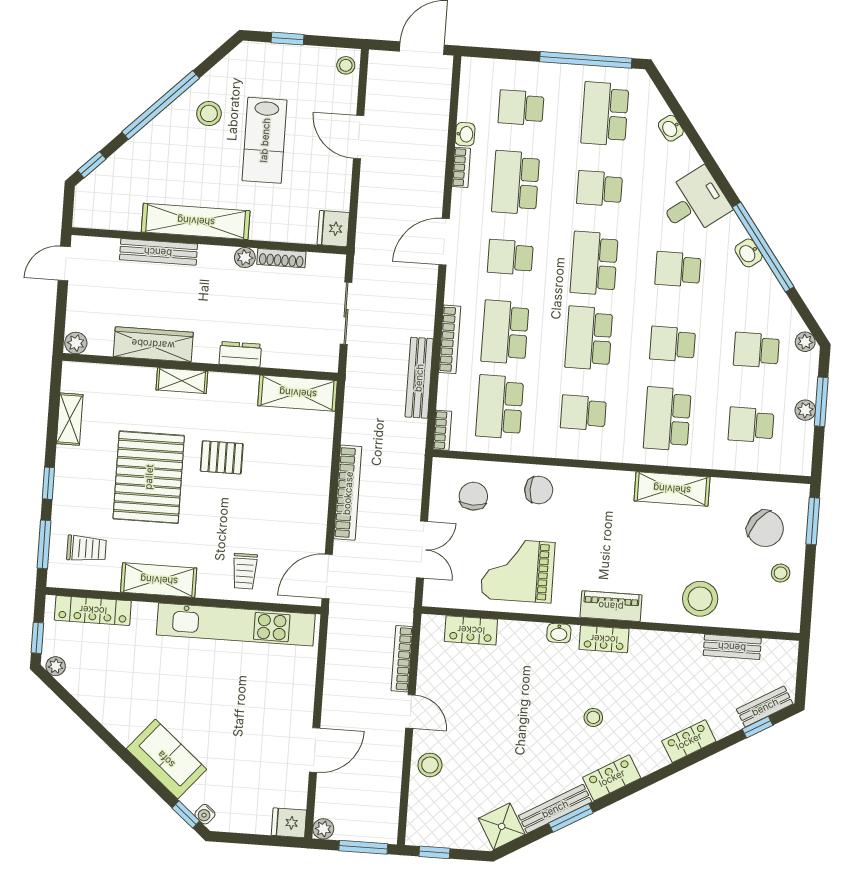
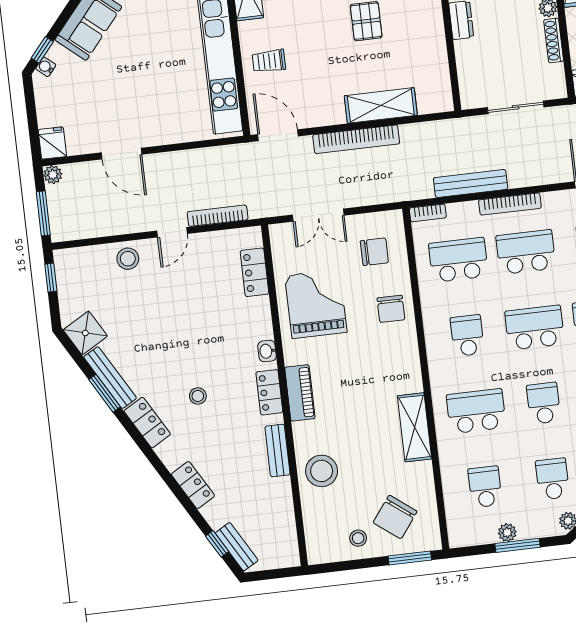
shelving: (298, 393) -> (381, 105), moved, turned 90
bench: (732, 647) -> (277, 451), moved

